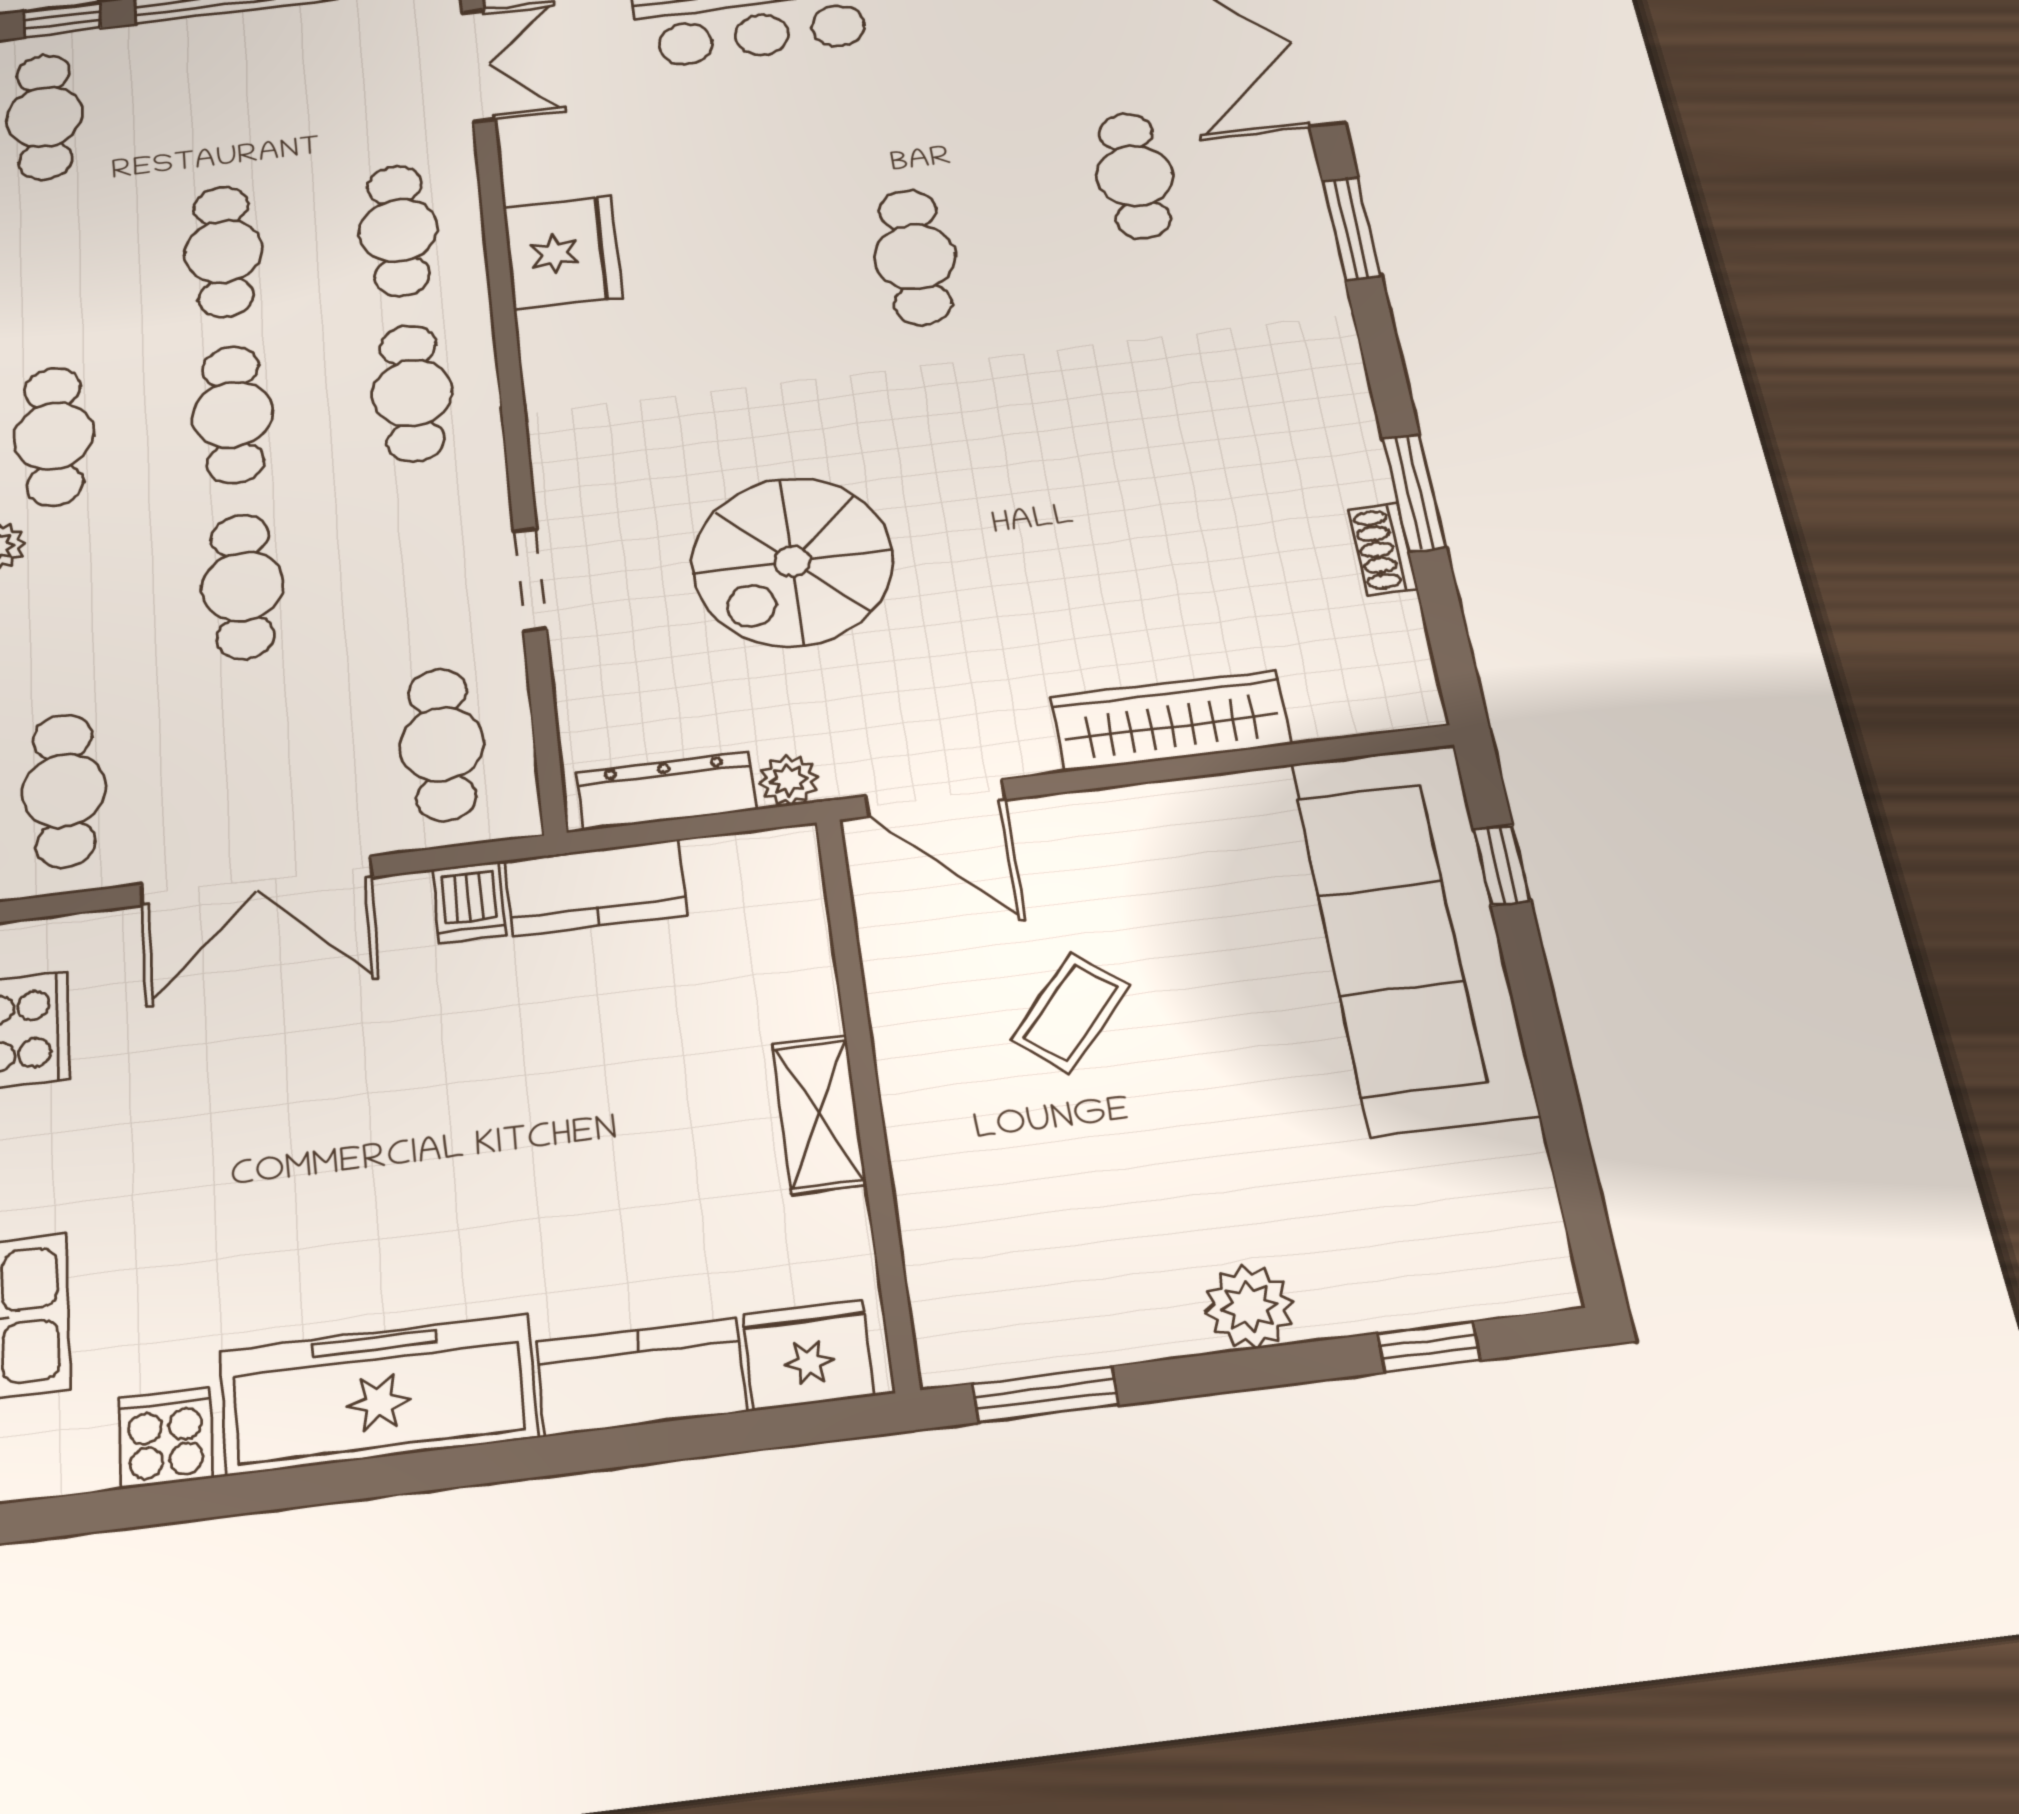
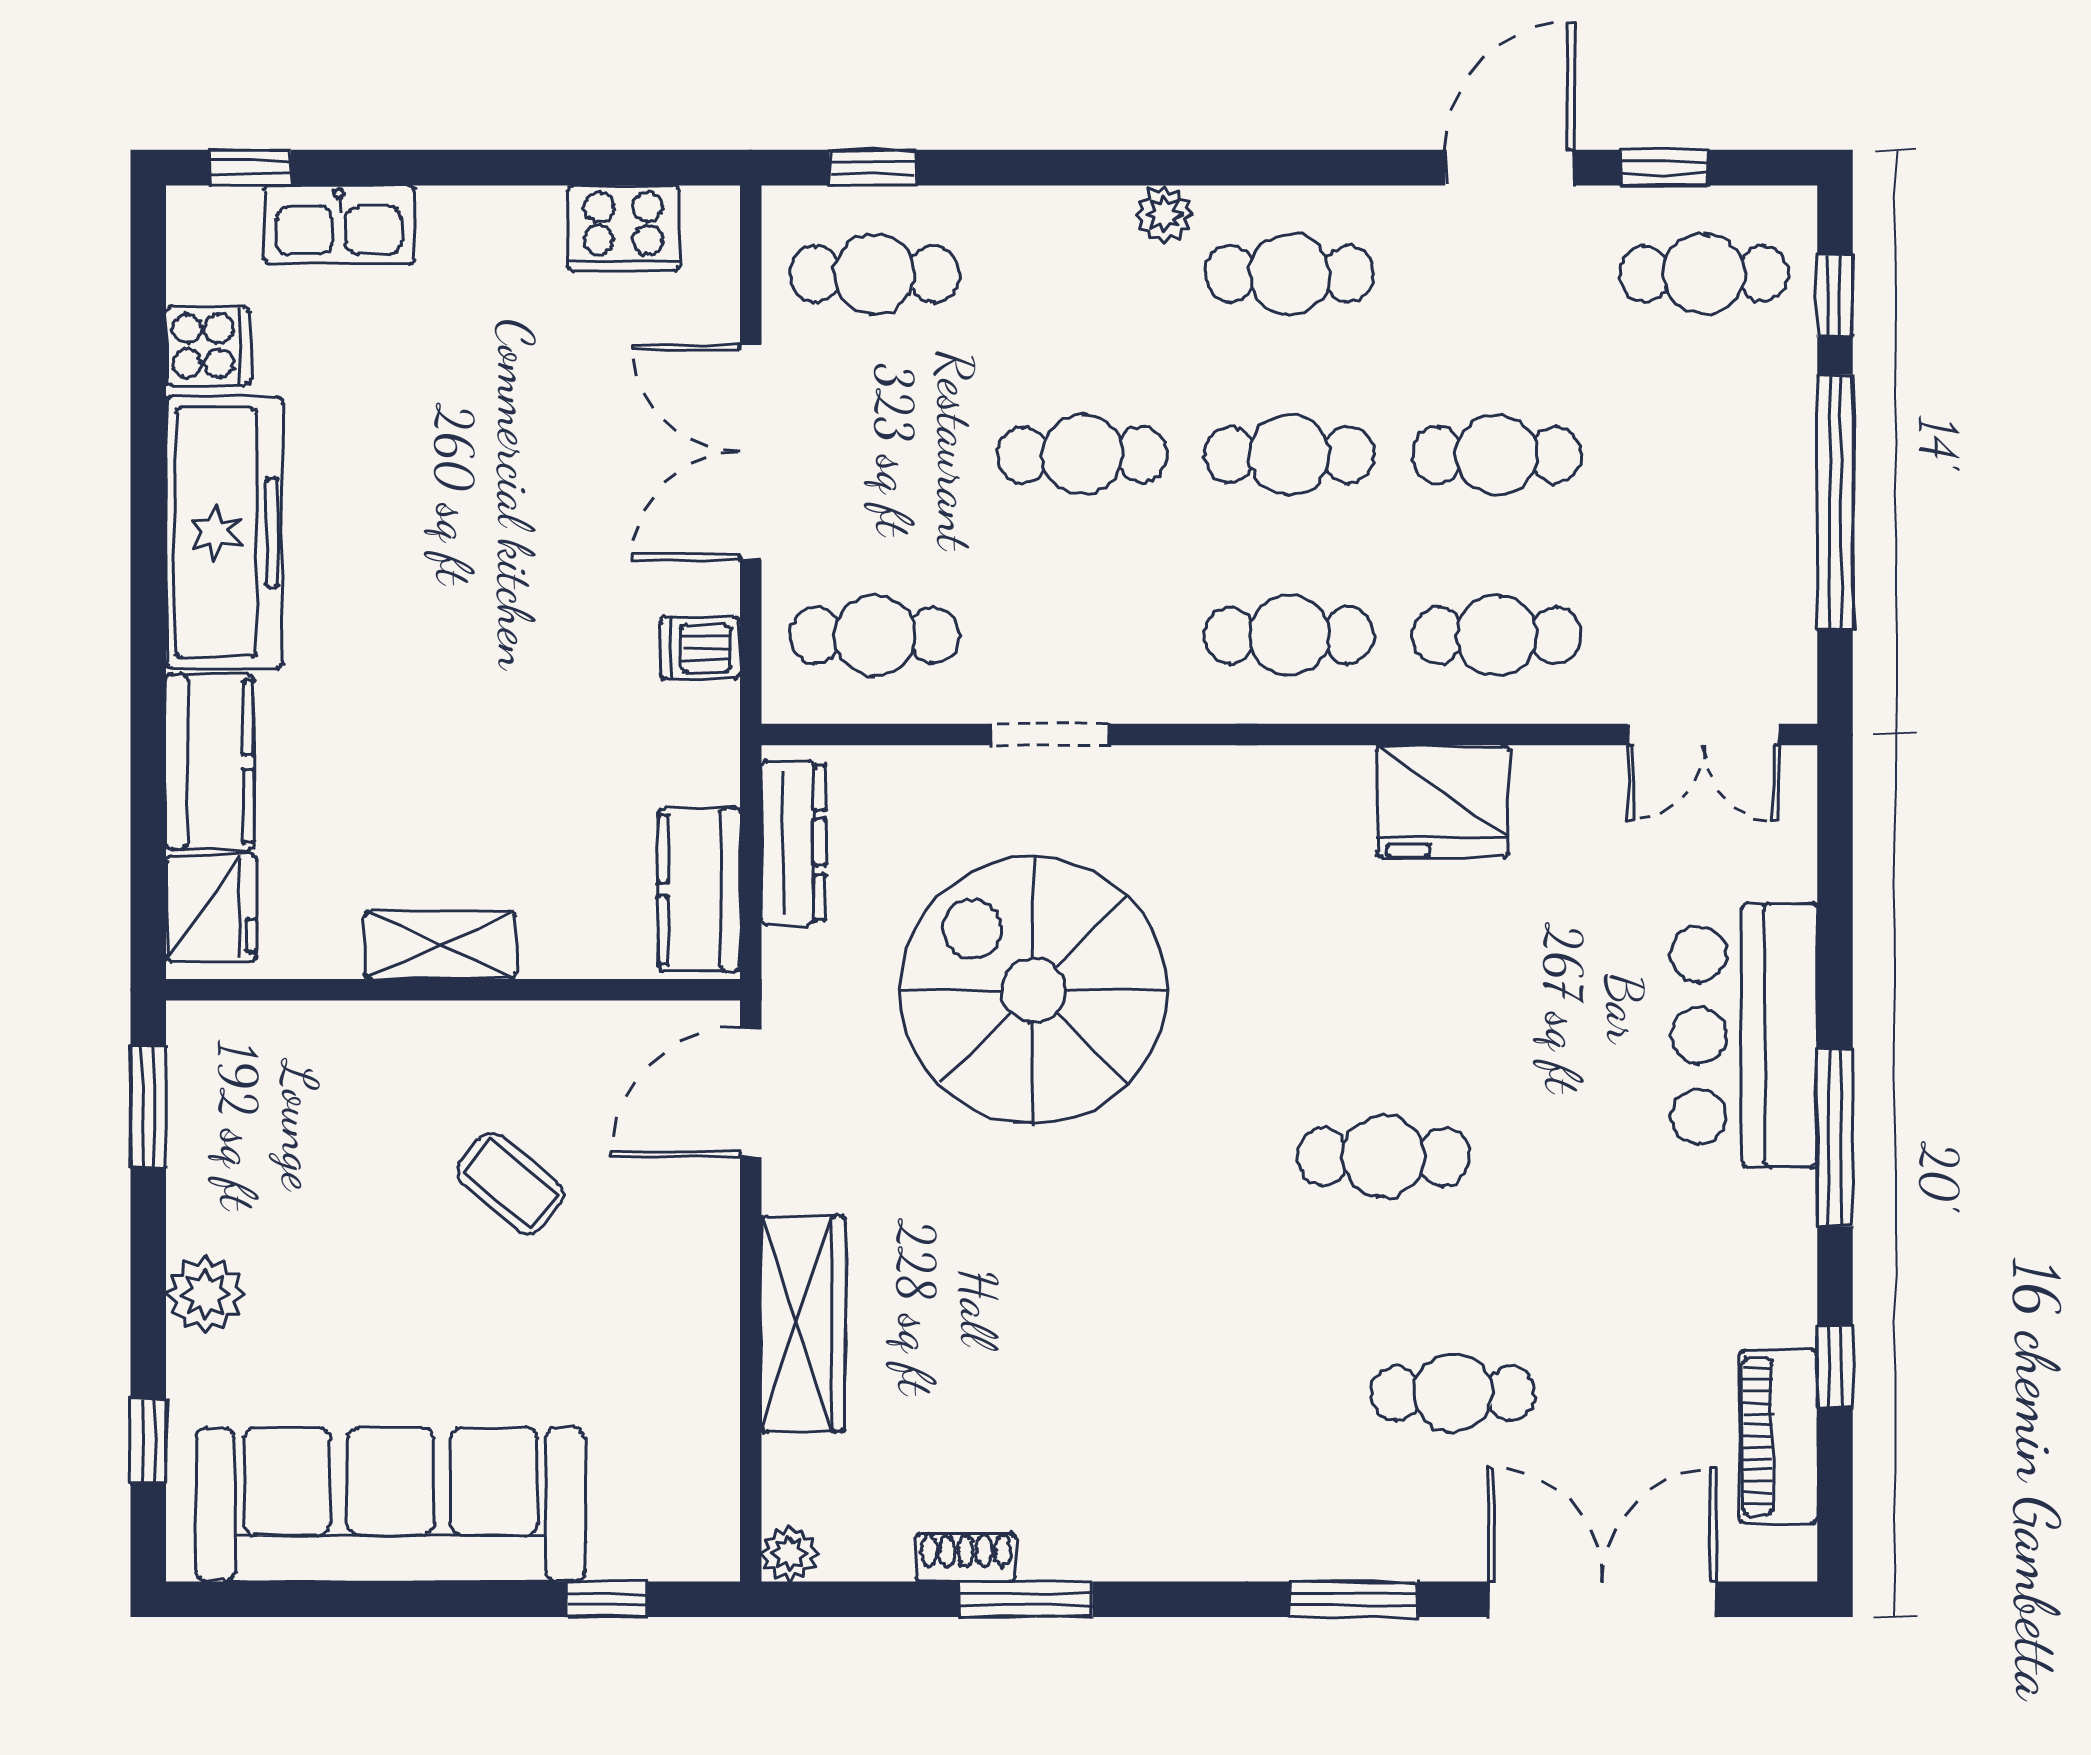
spiral stairs: (792, 562) -> (1033, 990), width x1.37, depth x1.37
plant: (789, 780) -> (789, 1554), moved
kitchen counter: (596, 888) -> (699, 890), moved
sofa: (1413, 936) -> (390, 1504), moved

